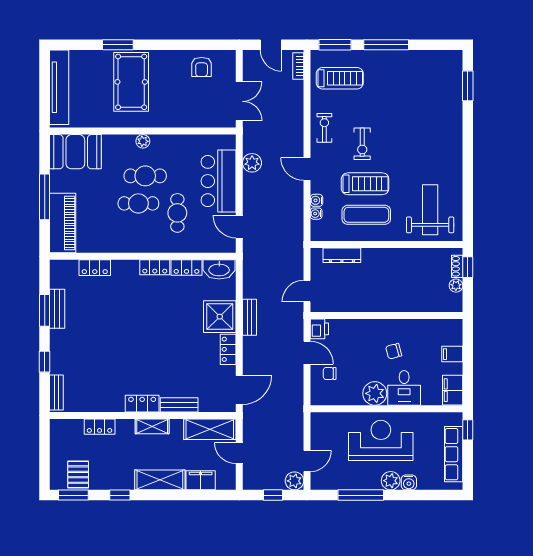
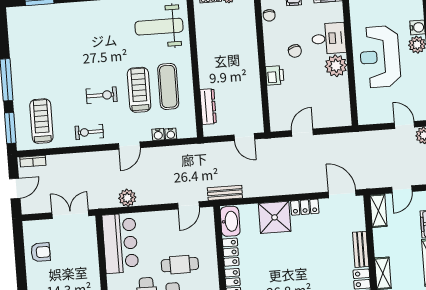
bar counter: (218, 181) -> (120, 243), moved, turned -90
bench: (250, 317) -> (225, 193), moved
printer: (319, 329) -> (275, 75), moved, turned 90
chair: (330, 374) -> (269, 15), moved
shelving: (210, 429) -> (378, 211), width x0.67, depth x0.75

